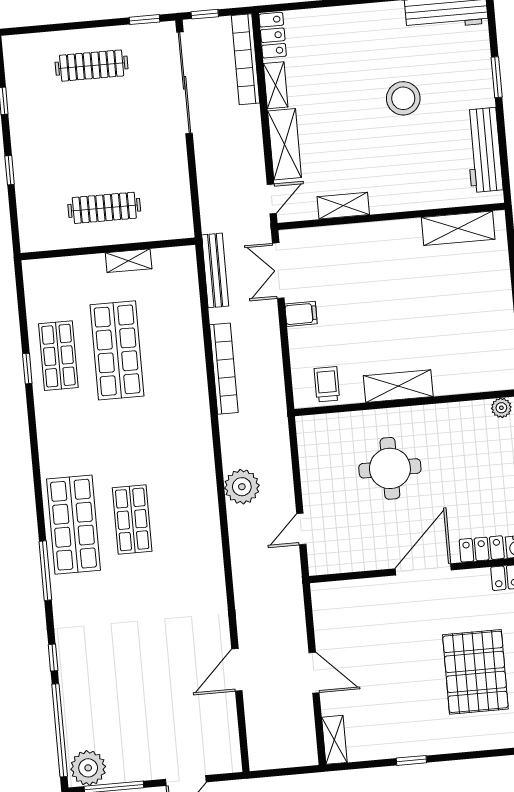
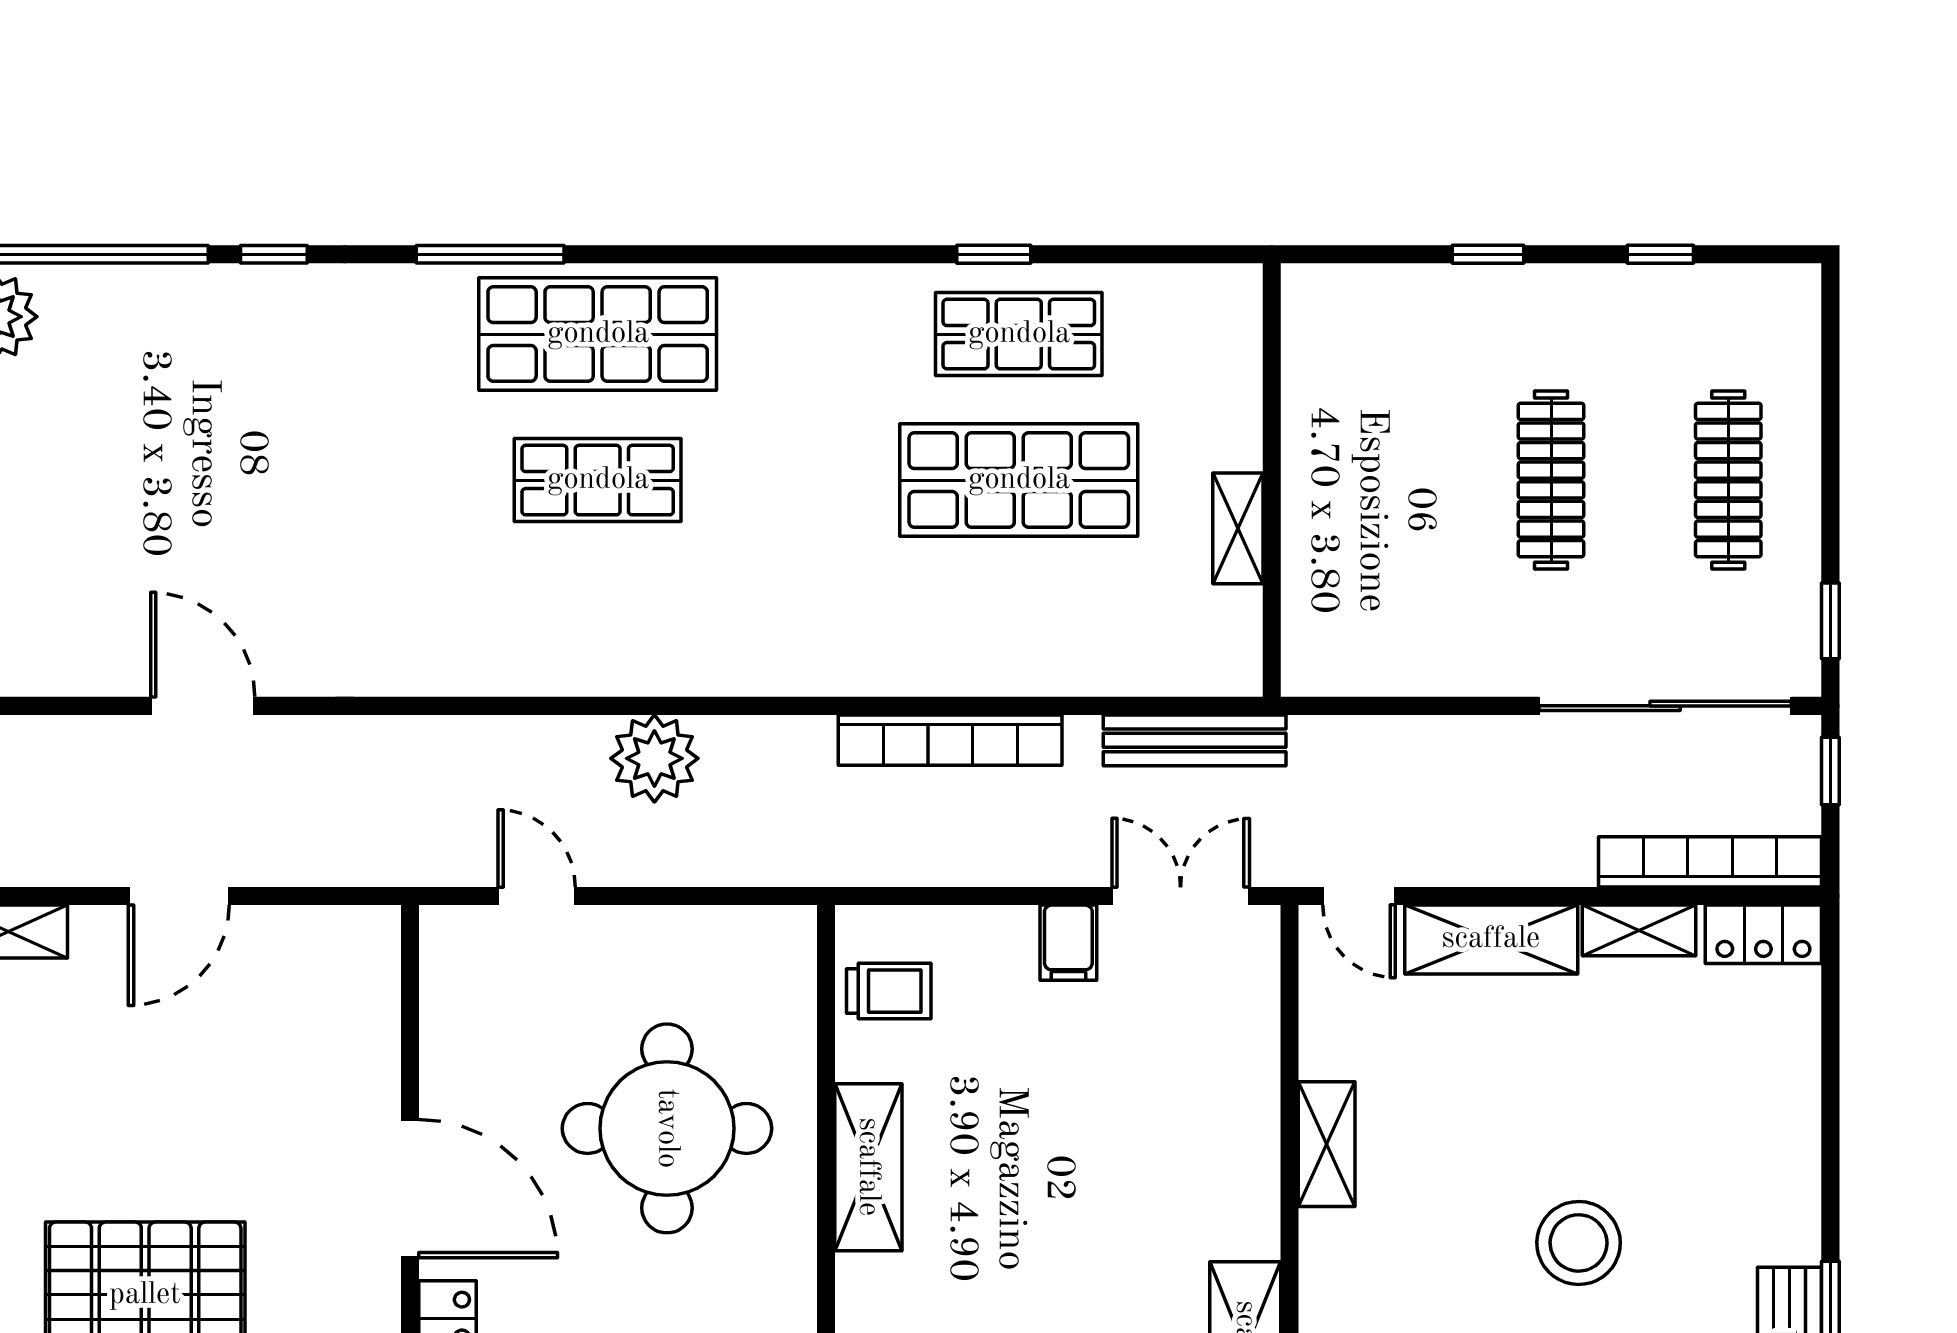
shelving: (343, 206) -> (1327, 1144), moved
clothes rail: (104, 208) -> (1551, 480), moved
round table: (390, 468) -> (667, 1128), width x1.36, depth x1.36

